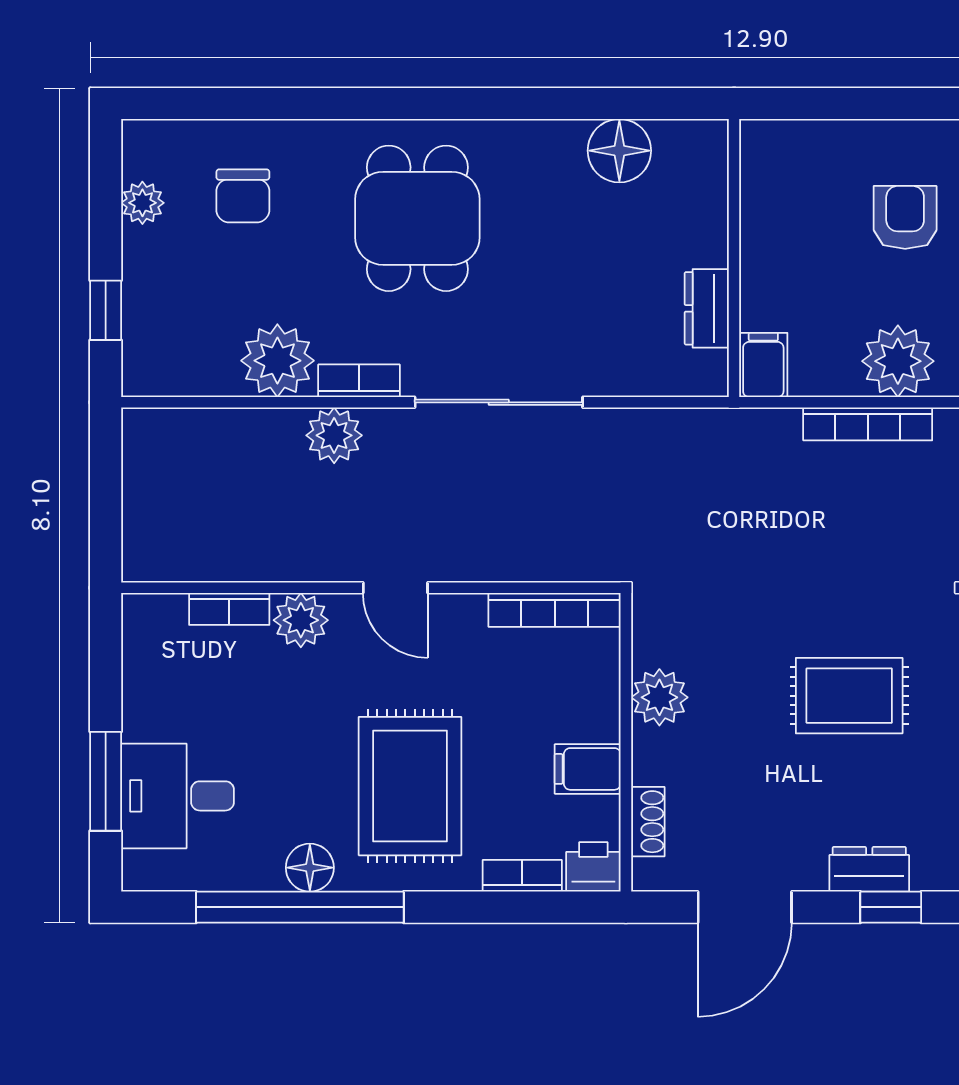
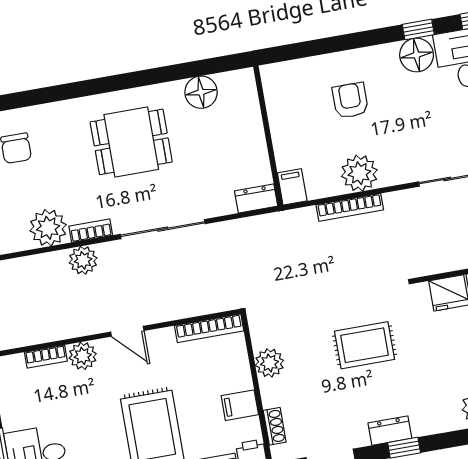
dining table: (417, 218) -> (131, 142), moved, turned 90
dresser: (707, 308) -> (256, 199), moved, turned 90

